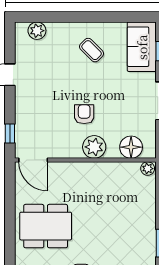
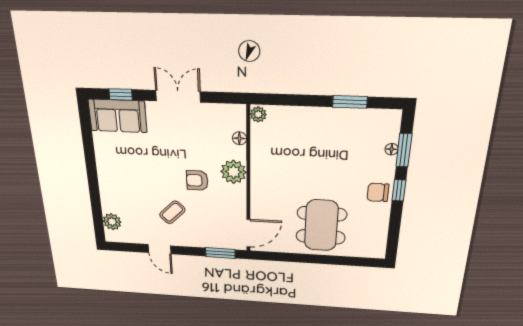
coffee table: (92, 50) -> (172, 212), moved
window: (10, 133) -> (220, 253), width x1.50
floor lamp: (131, 147) -> (239, 138), width x0.53, depth x0.53

